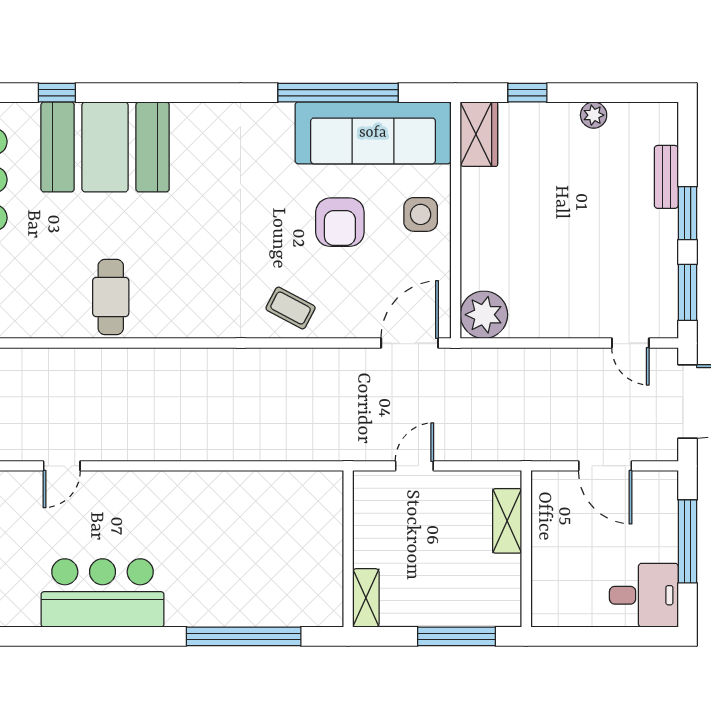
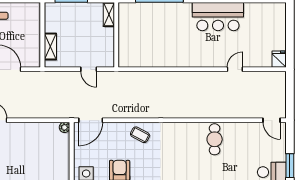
plant: (484, 315) -> (65, 127), width x0.53, depth x0.53
door: (414, 466) -> (89, 69), hinge flipped

